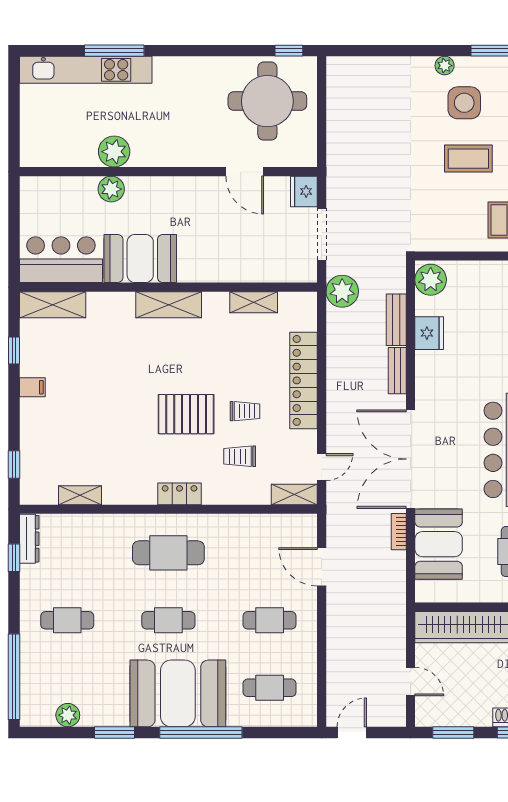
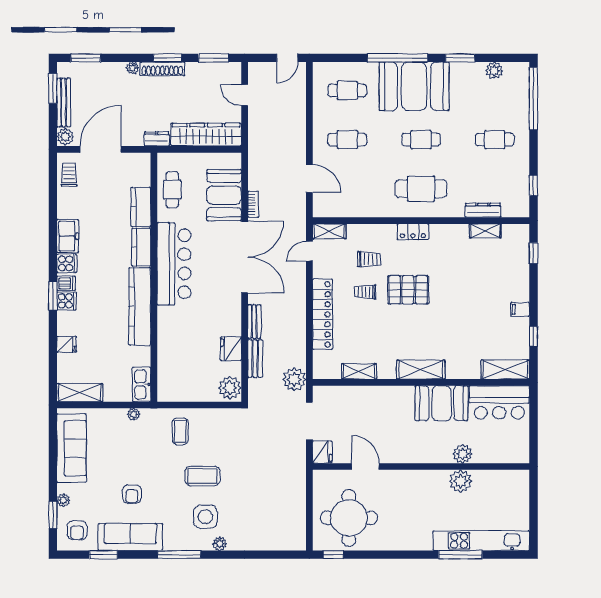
dresser: (29, 539) -> (483, 210), moved, turned 90

